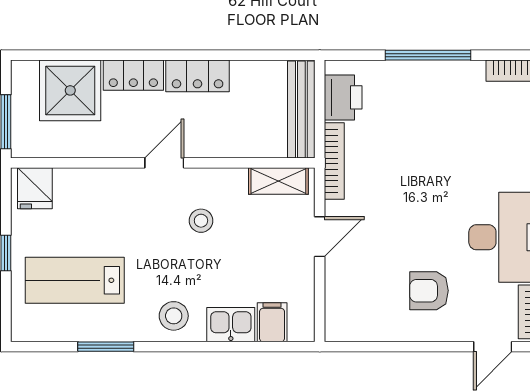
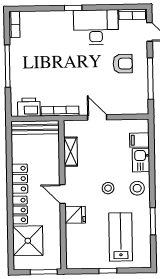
shelving: (278, 181) -> (71, 152), moved
fridge: (35, 188) -> (75, 215), moved
stool: (201, 221) -> (108, 188), moved
lab bench: (75, 280) -> (121, 237), turned 180
armchair: (429, 291) -> (123, 64), turned -90
window: (397, 347) -> (150, 79), added

